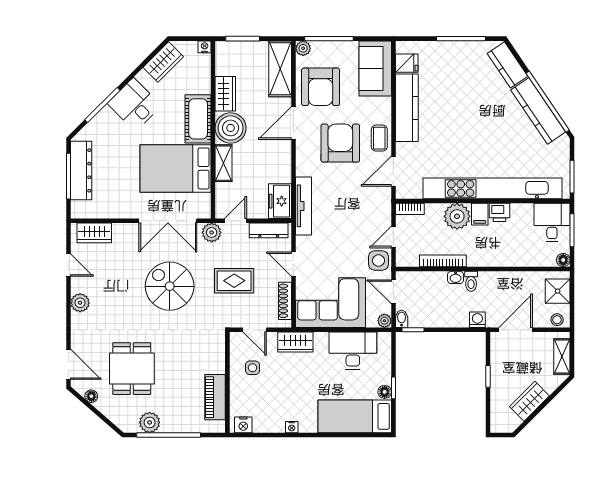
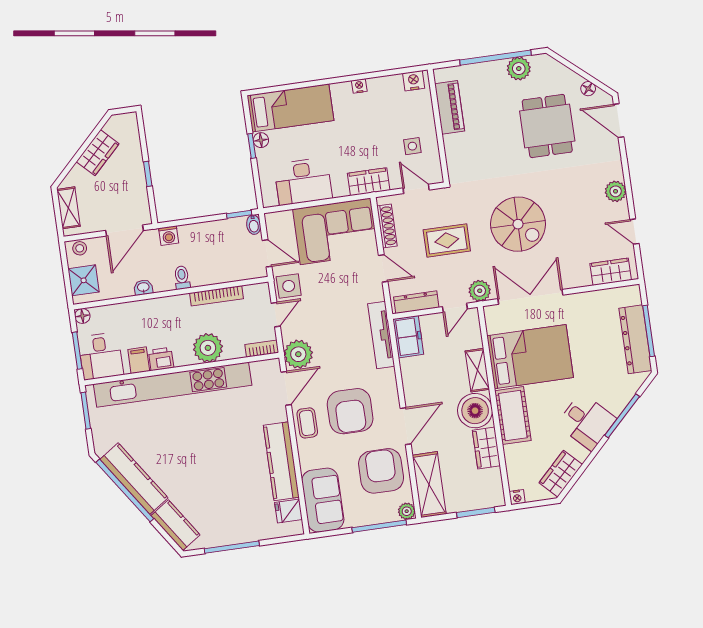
filing cabinet: (480, 214) -> (139, 360), moved
washbasin: (456, 277) -> (143, 287), moved
plant: (384, 321) -> (298, 354), moved, width x1.88, depth x1.88

